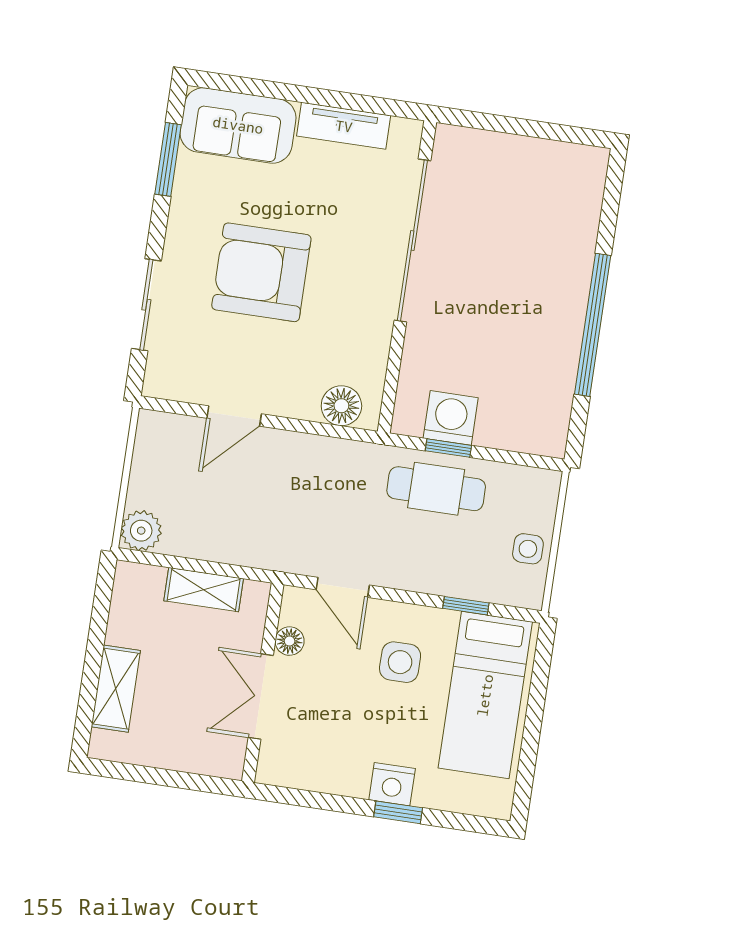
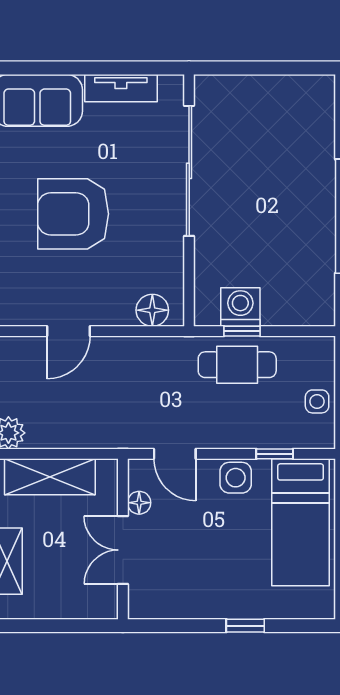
shelving: (204, 590) -> (50, 477), width x1.50, depth x1.33
side table: (400, 662) -> (236, 478), moved
nightstand: (392, 784) -> (237, 604), removed

